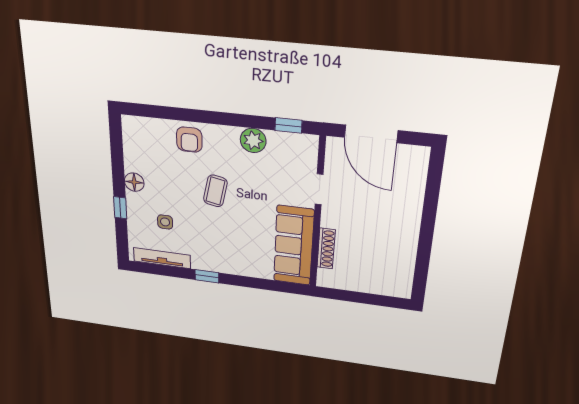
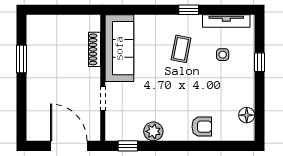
armchair: (189, 140) -> (202, 127), turned 90
floor lamp: (134, 182) -> (247, 115), moved
coffee table: (215, 191) -> (181, 49), moved
window: (424, 250) -> (22, 59), added

